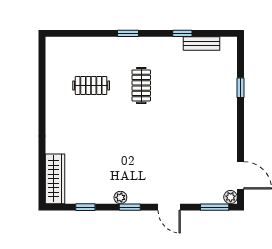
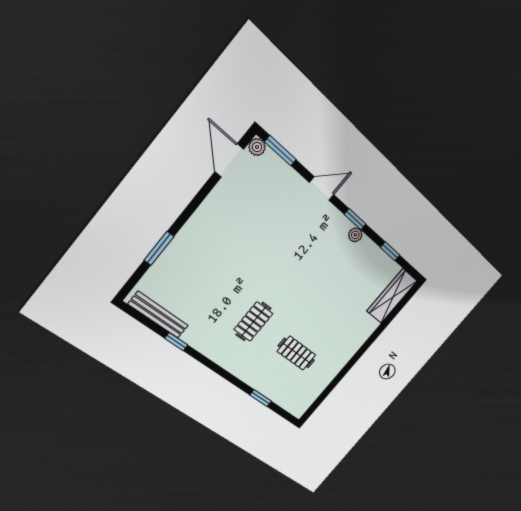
window: (128, 33) -> (261, 398), moved
bench: (201, 44) -> (158, 315), width x1.36
window: (240, 88) -> (159, 248), width x1.50
door: (169, 207) -> (322, 189), hinge flipped

